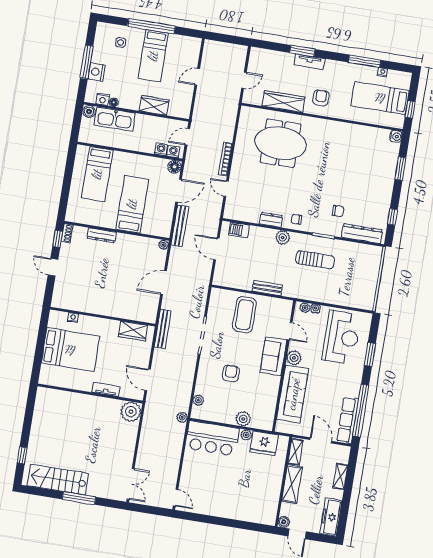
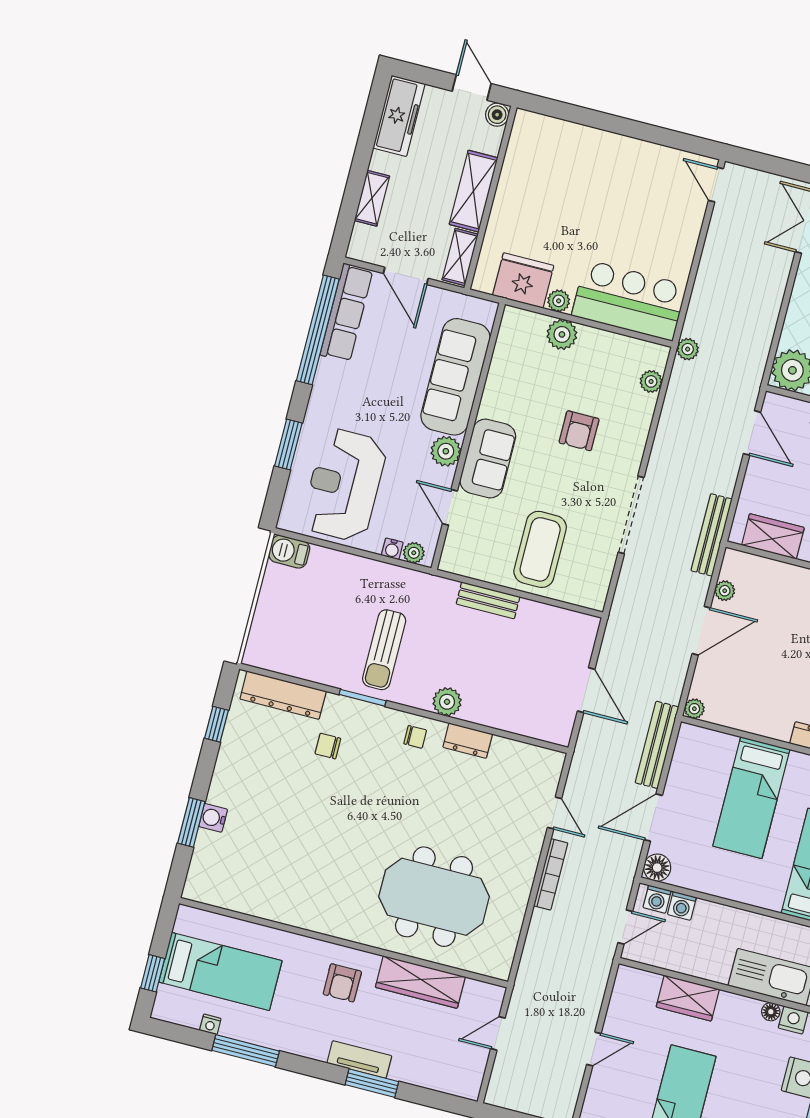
window: (410, 109) -> (153, 973), moved
water cooler: (396, 136) -> (213, 818), moved
barbecue: (239, 230) -> (289, 552), moved, turned 180
sun lounger: (315, 260) -> (384, 650), turned -90
plant: (154, 303) -> (725, 591), added

